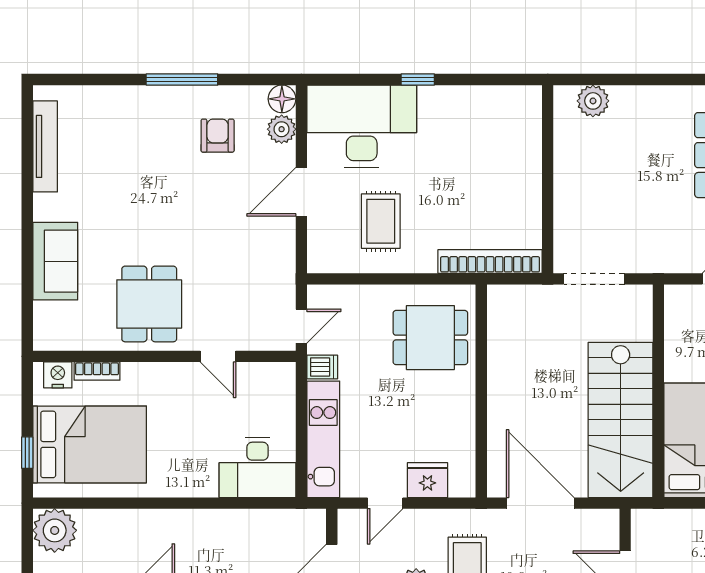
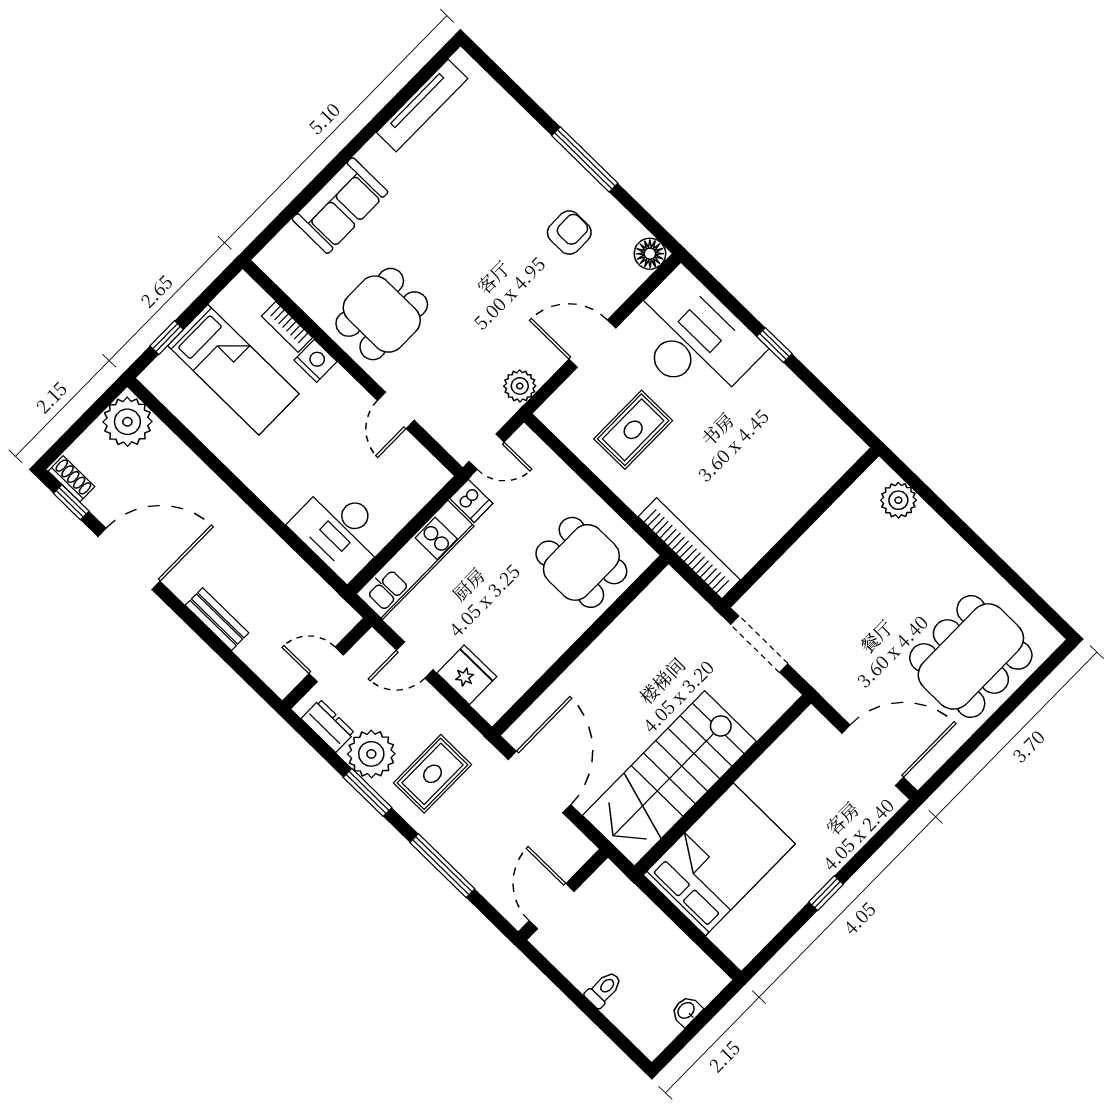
plant: (282, 129) -> (520, 386), moved
nightstand: (58, 375) -> (316, 361), moved
bed: (90, 444) -> (233, 370), width x0.67

